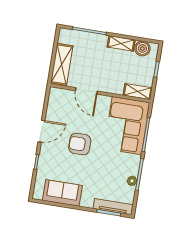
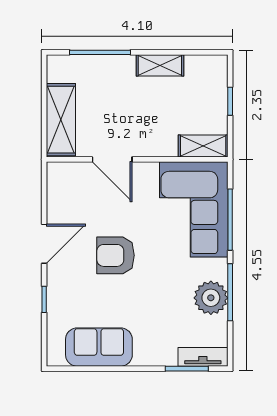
boiler: (142, 48) -> (199, 68), removed
plant: (132, 181) -> (211, 298), width x1.87, depth x1.87
tv unit: (113, 207) -> (203, 357), width x0.71

